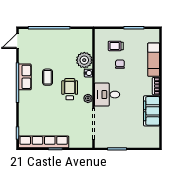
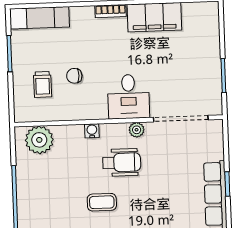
plant: (84, 60) -> (39, 140), moved
exam couch: (154, 60) -> (40, 18), moved
wheelchair: (70, 89) -> (122, 162), turned 180

